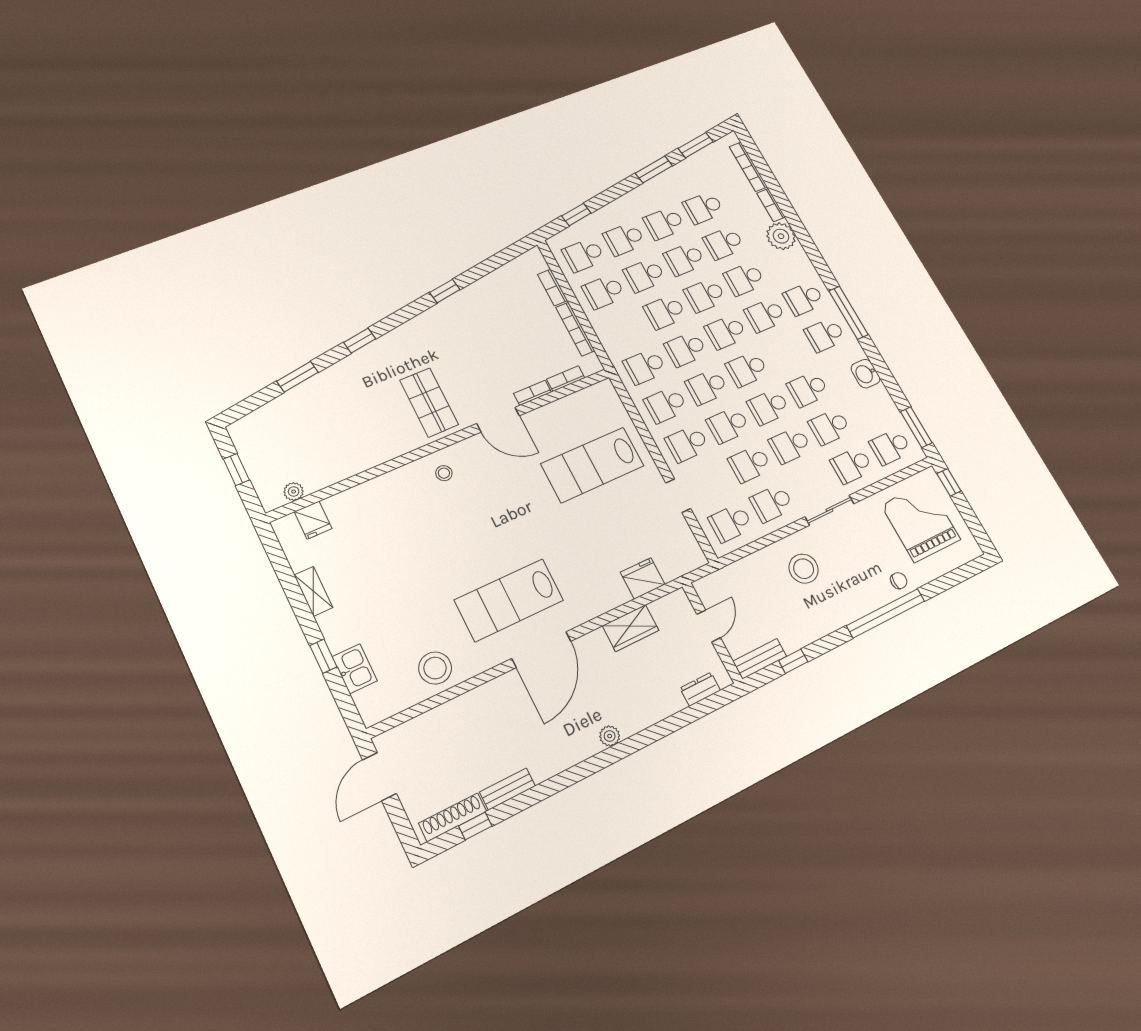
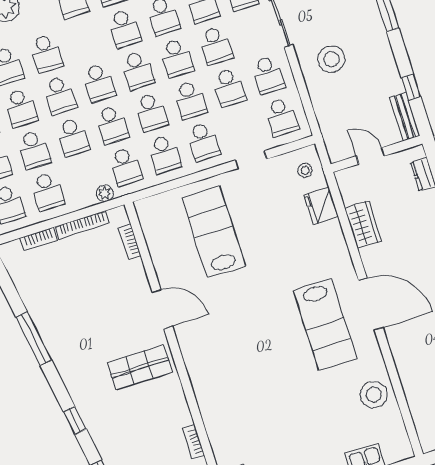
window: (445, 291) -> (34, 338), width x2.17
school desk: (765, 315) -> (124, 29), moved
plant: (613, 349) -> (105, 193), added
bookcase: (532, 393) -> (194, 442), moved
door: (498, 420) -> (162, 309), hinge flipped
lab bench: (593, 465) -> (214, 232), turned 180
stool: (444, 473) -> (305, 170), moved

